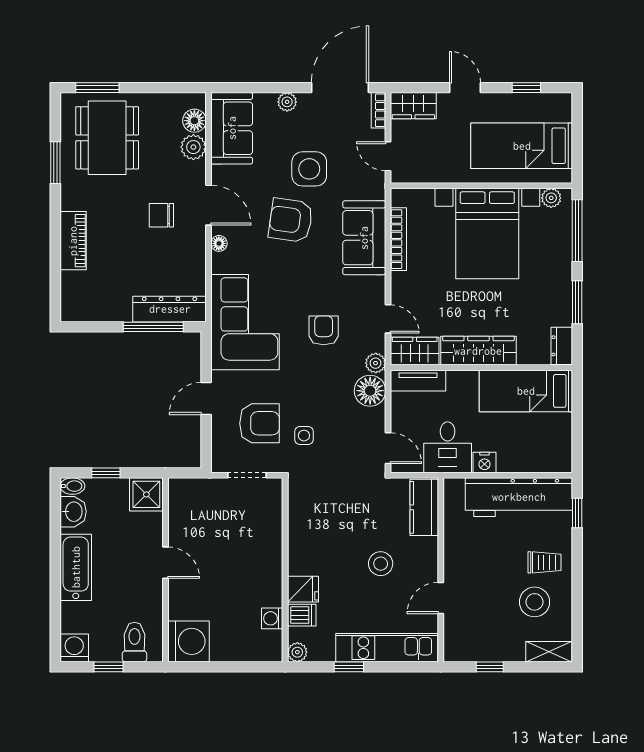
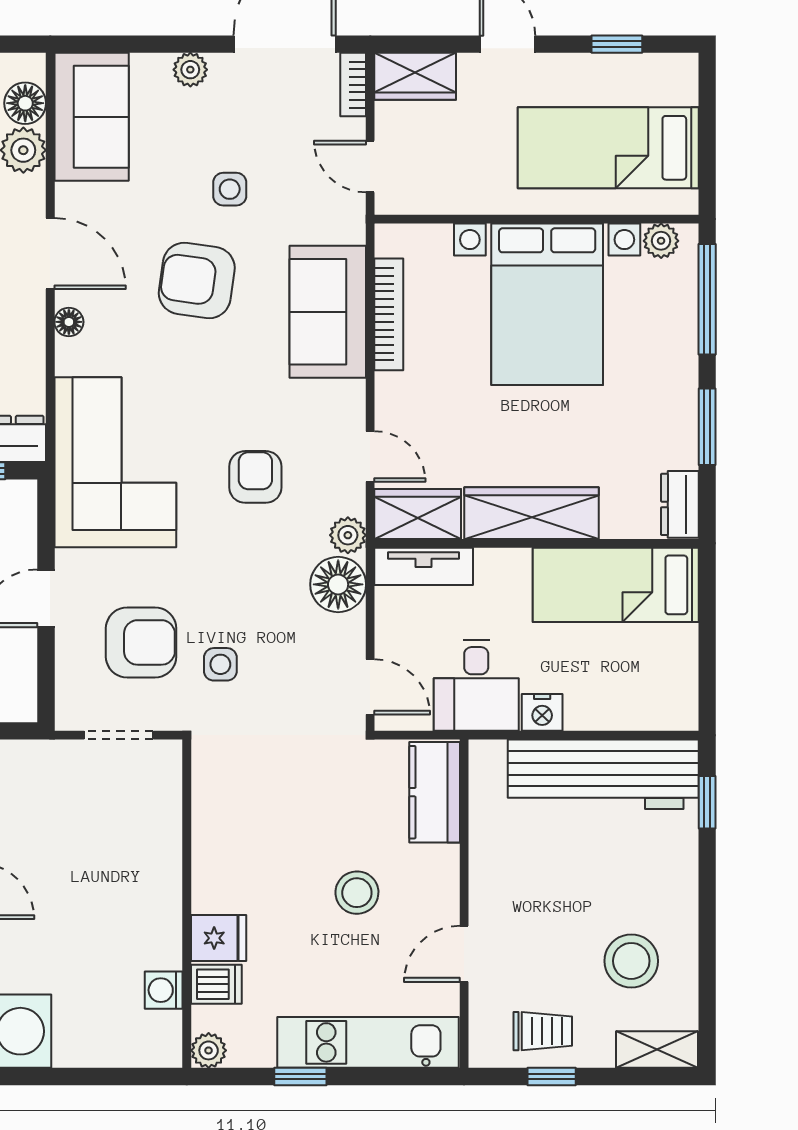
side table: (309, 169) -> (230, 189), width x0.54, depth x0.54
trolley: (544, 562) -> (543, 1031), moved

